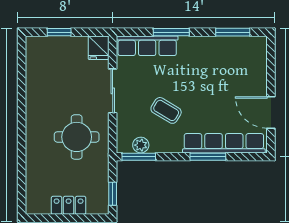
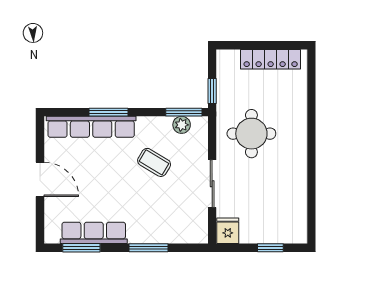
row of seats: (147, 46) -> (94, 233), moved
door: (271, 112) -> (40, 179), moved
window: (113, 194) -> (212, 91), moved
locker: (69, 205) -> (271, 59), width x1.53

